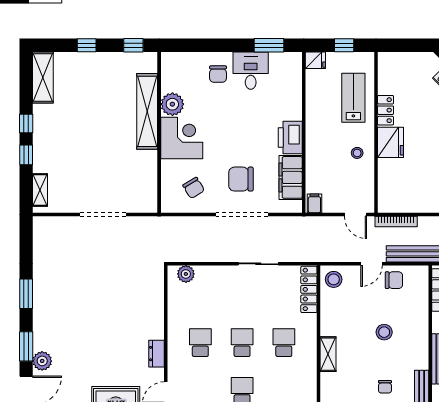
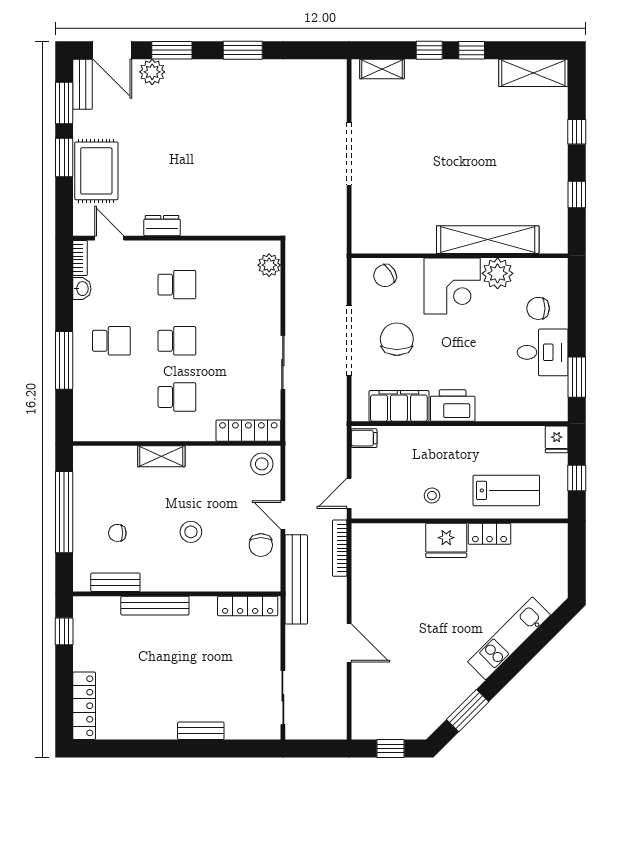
plant: (172, 104) -> (498, 273), moved
shelving: (147, 111) -> (488, 240), moved
wall: (159, 132) -> (460, 256), moved
corner desk: (182, 138) -> (452, 286), moved

